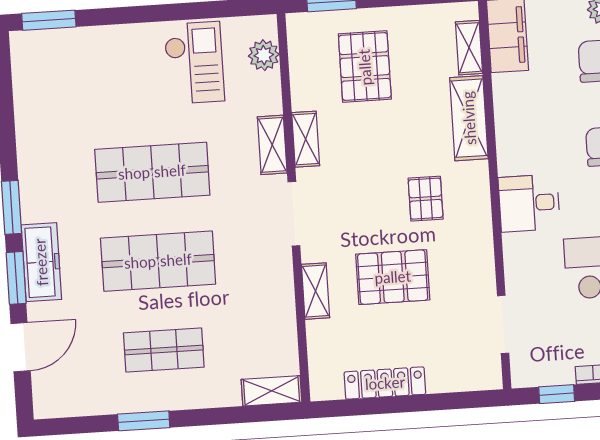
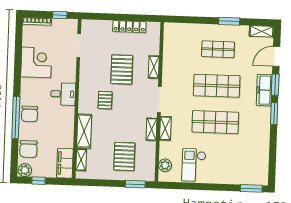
pallet: (393, 277) -> (122, 69), turned 90
shelving: (271, 391) -> (262, 31), moved

